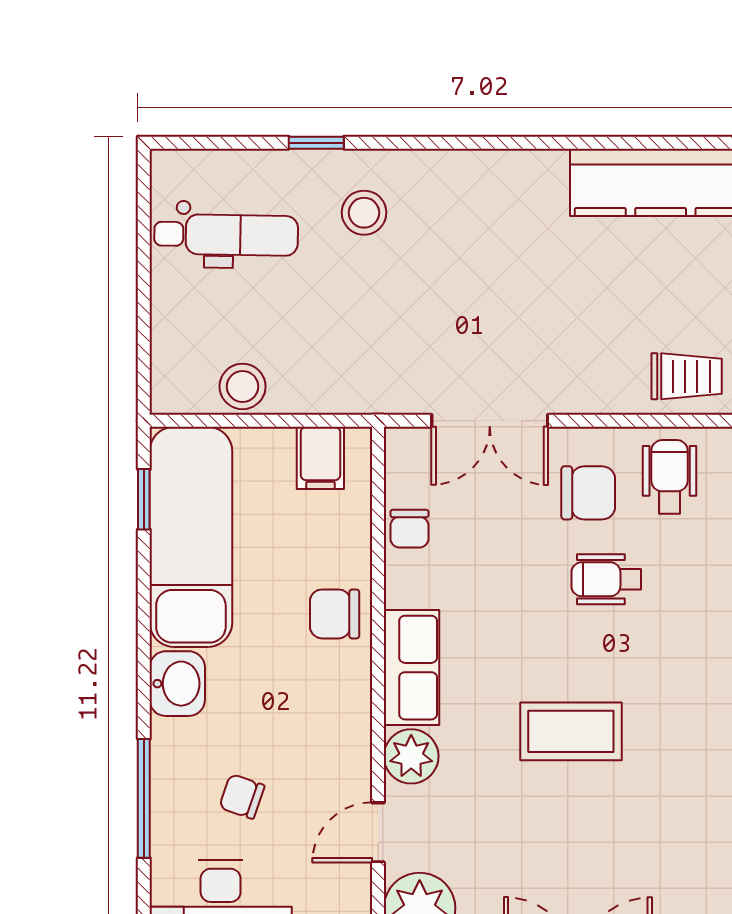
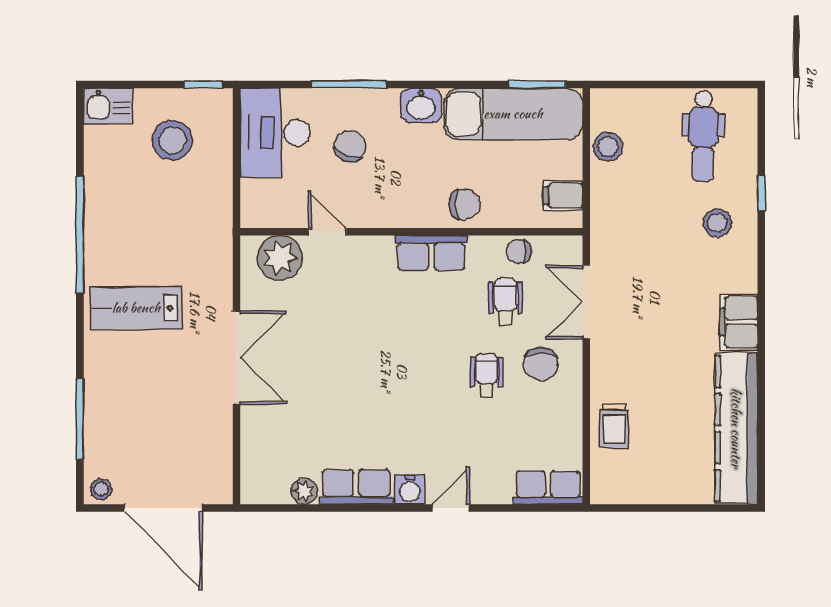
filing cabinet: (521, 178) -> (739, 322), added
wheelchair: (670, 477) -> (505, 301), moved, turned -90
window: (144, 499) -> (537, 84), width x1.50
chair: (335, 614) -> (465, 204), turned 90
coffee table: (571, 731) -> (391, 353), removed
plant: (411, 756) -> (375, 253), removed
chair: (242, 796) -> (350, 146), width x1.37, depth x1.37

